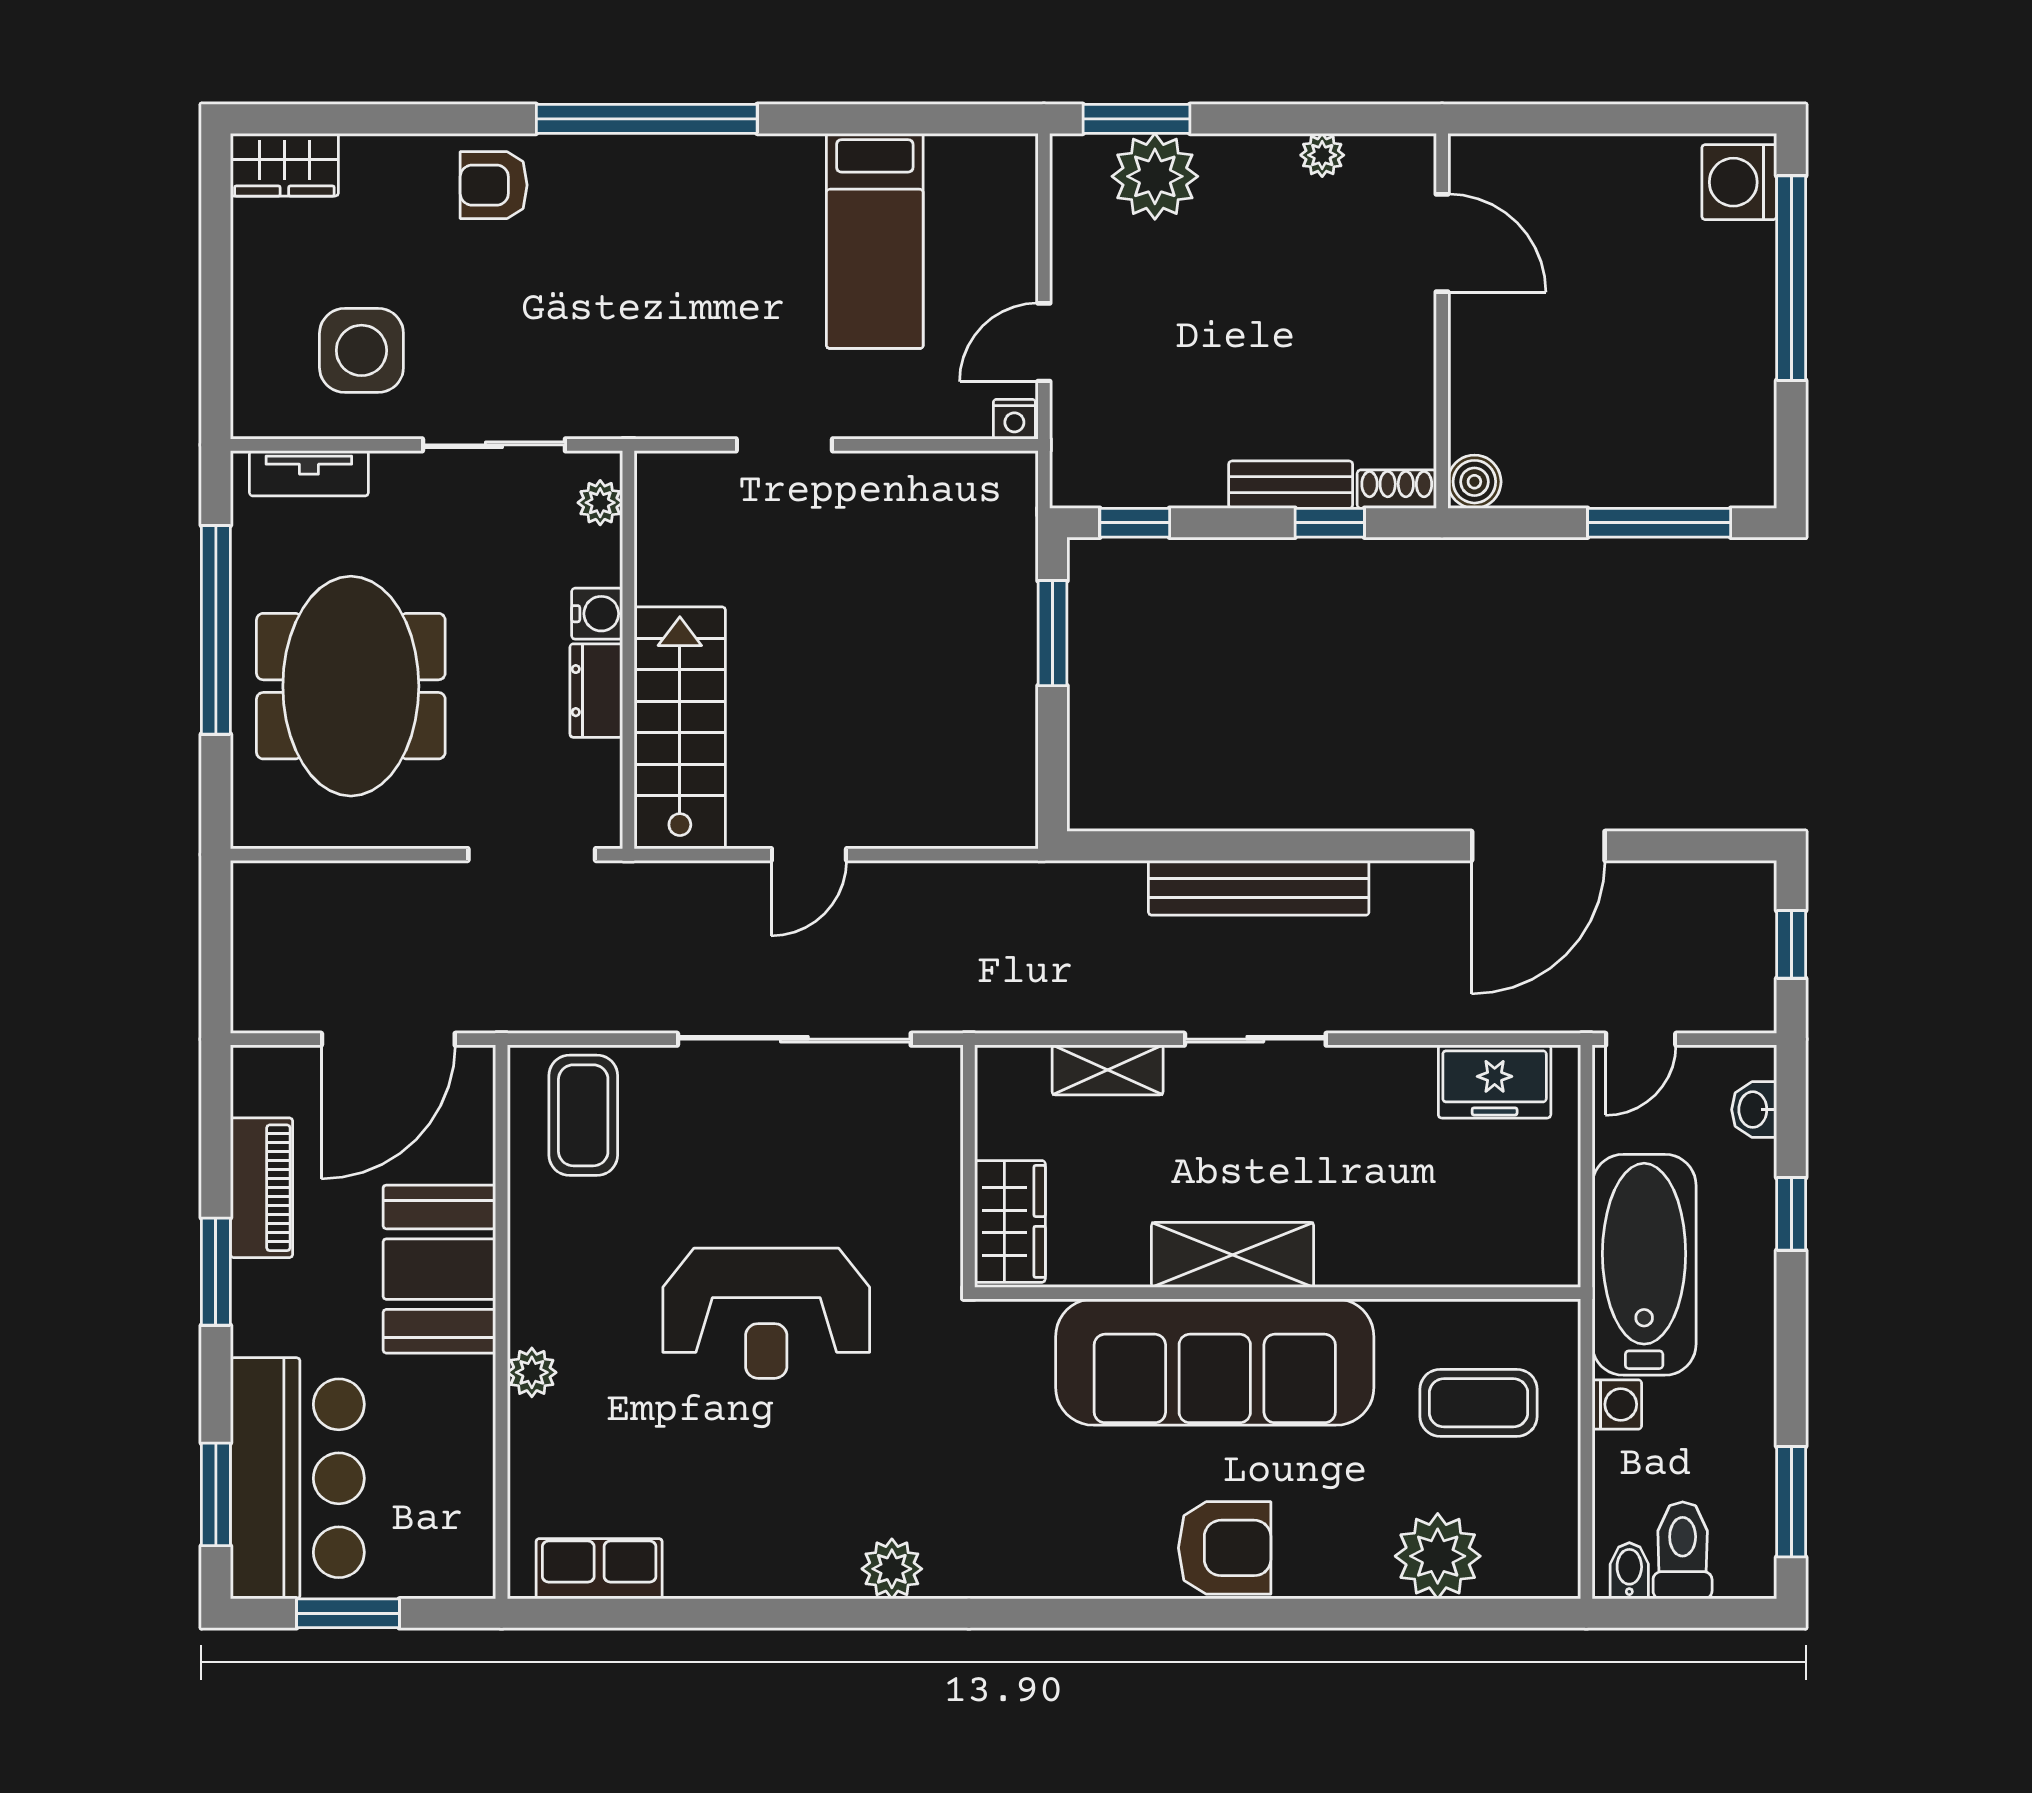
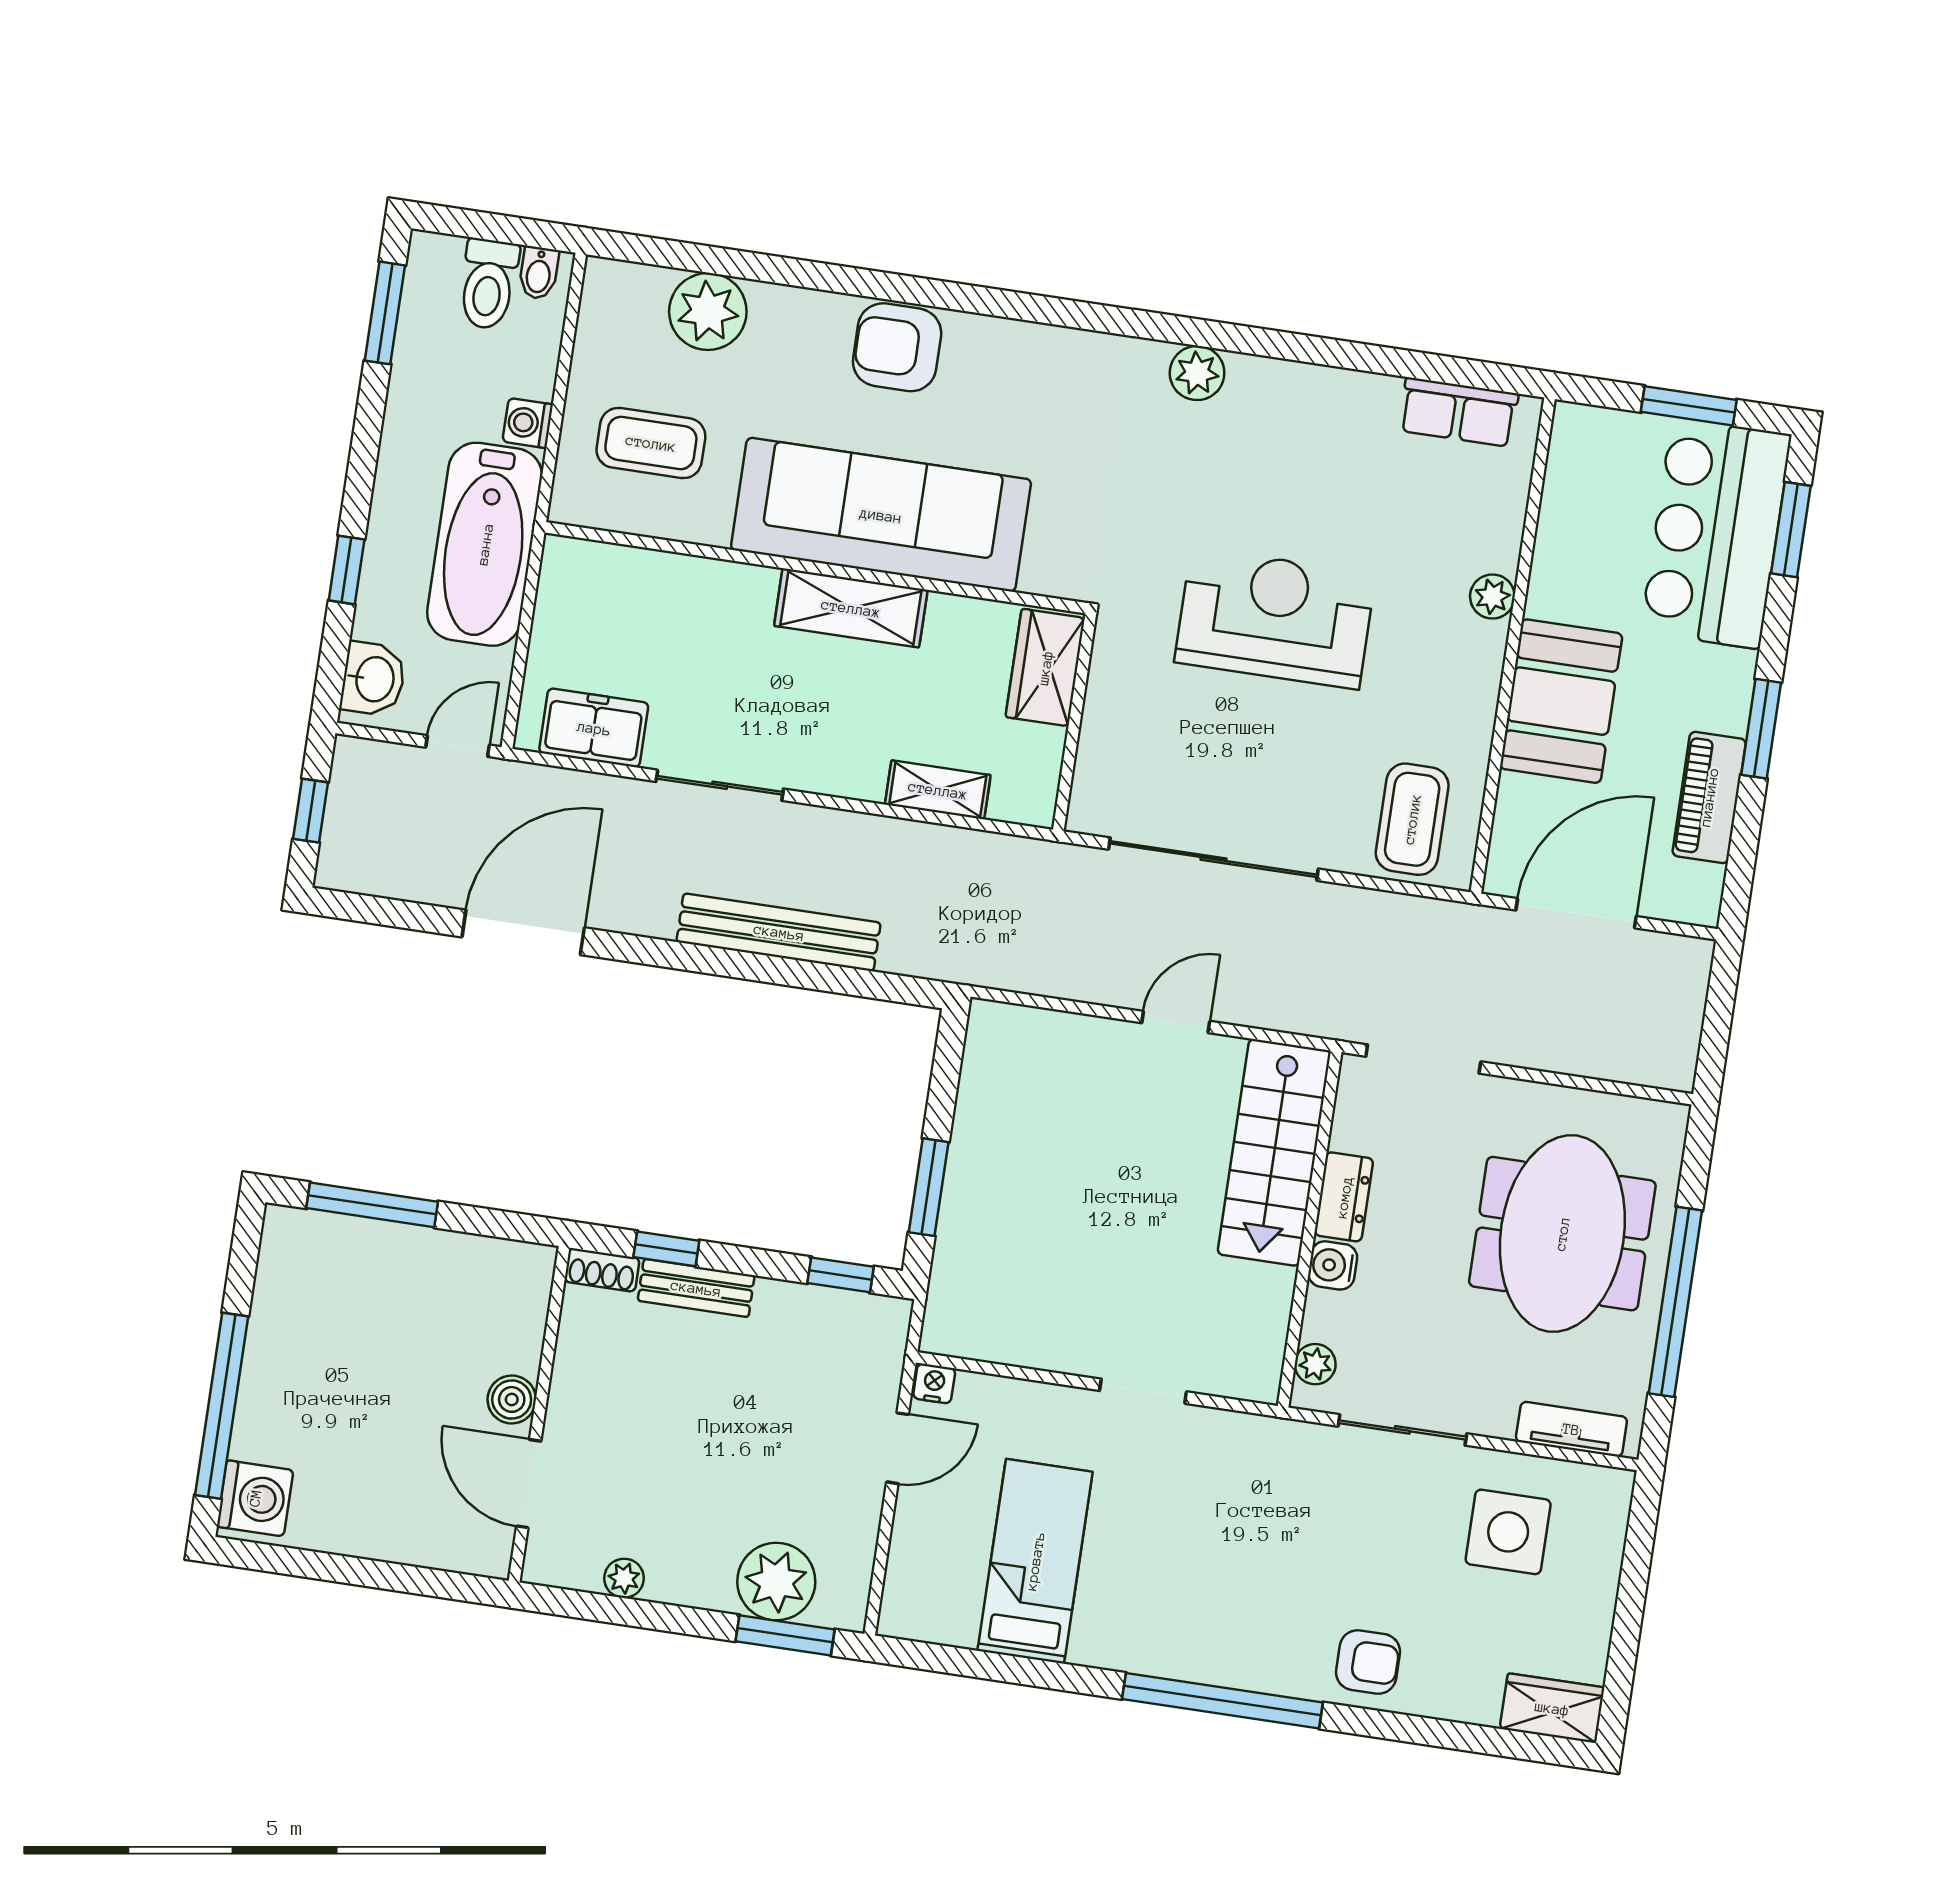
boiler: (1474, 482) -> (512, 1399), moved
sliding door: (1255, 1039) -> (720, 785), moved
washbasin: (1754, 1110) -> (373, 679), width x1.38, depth x1.45

